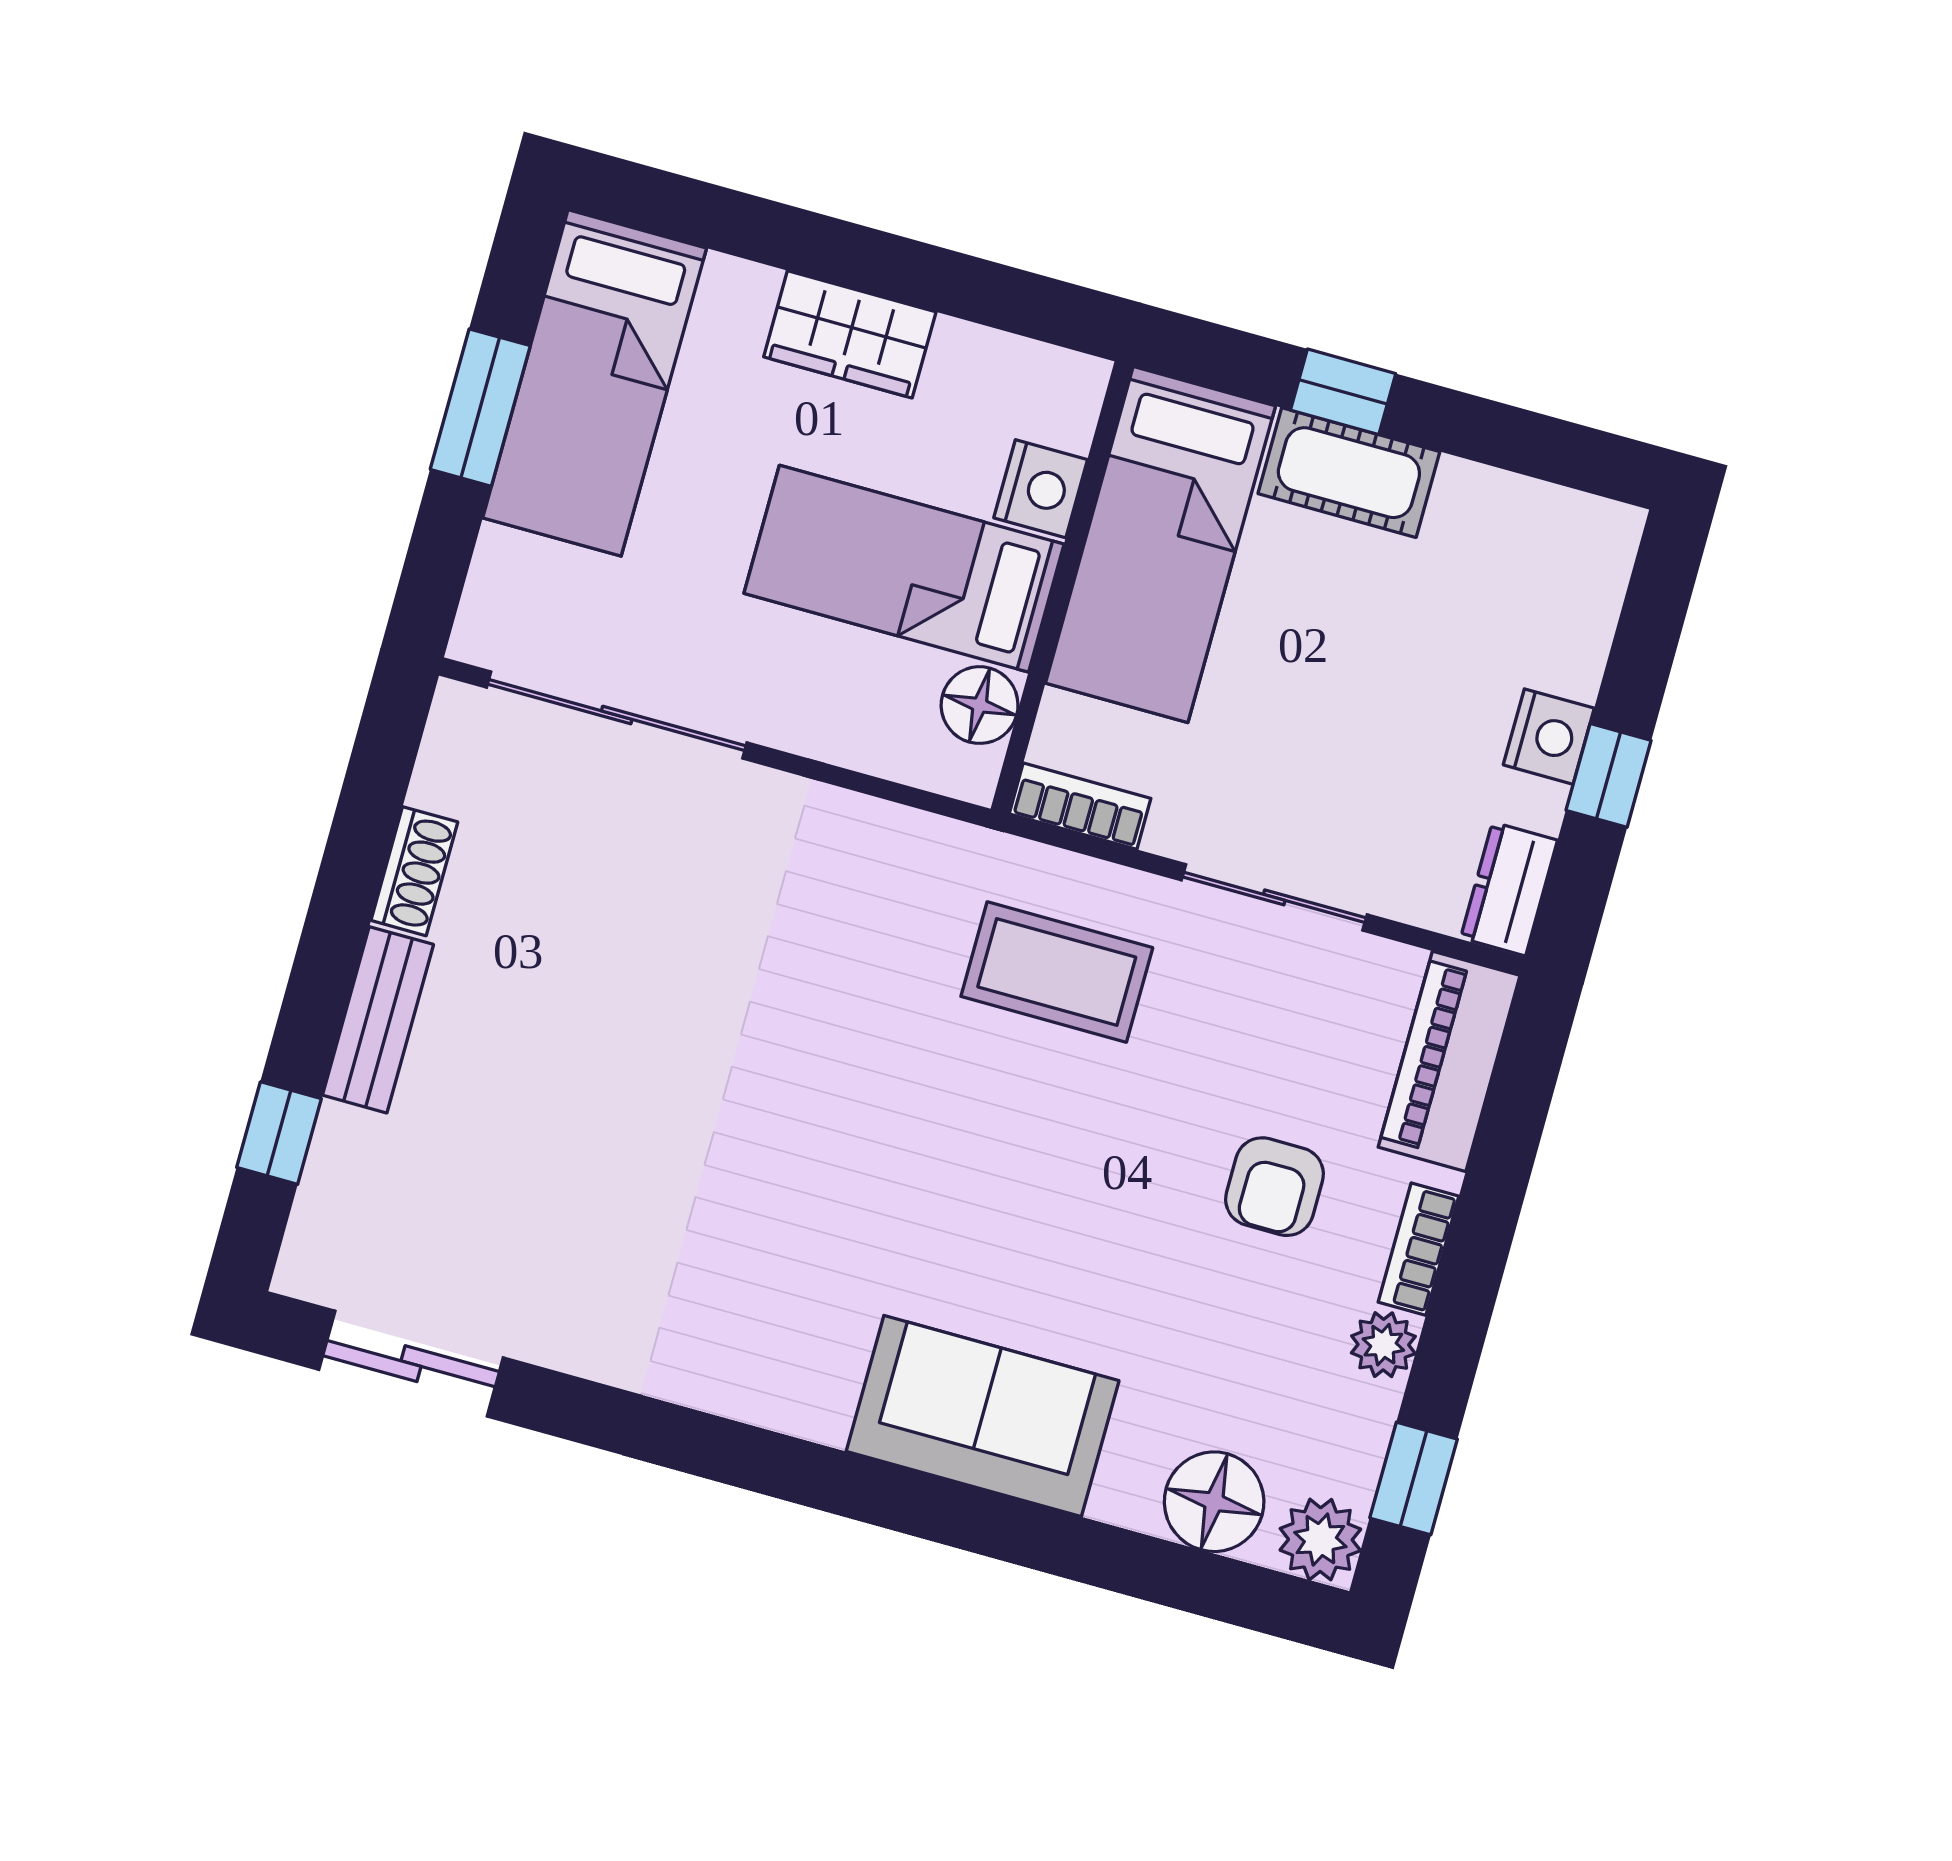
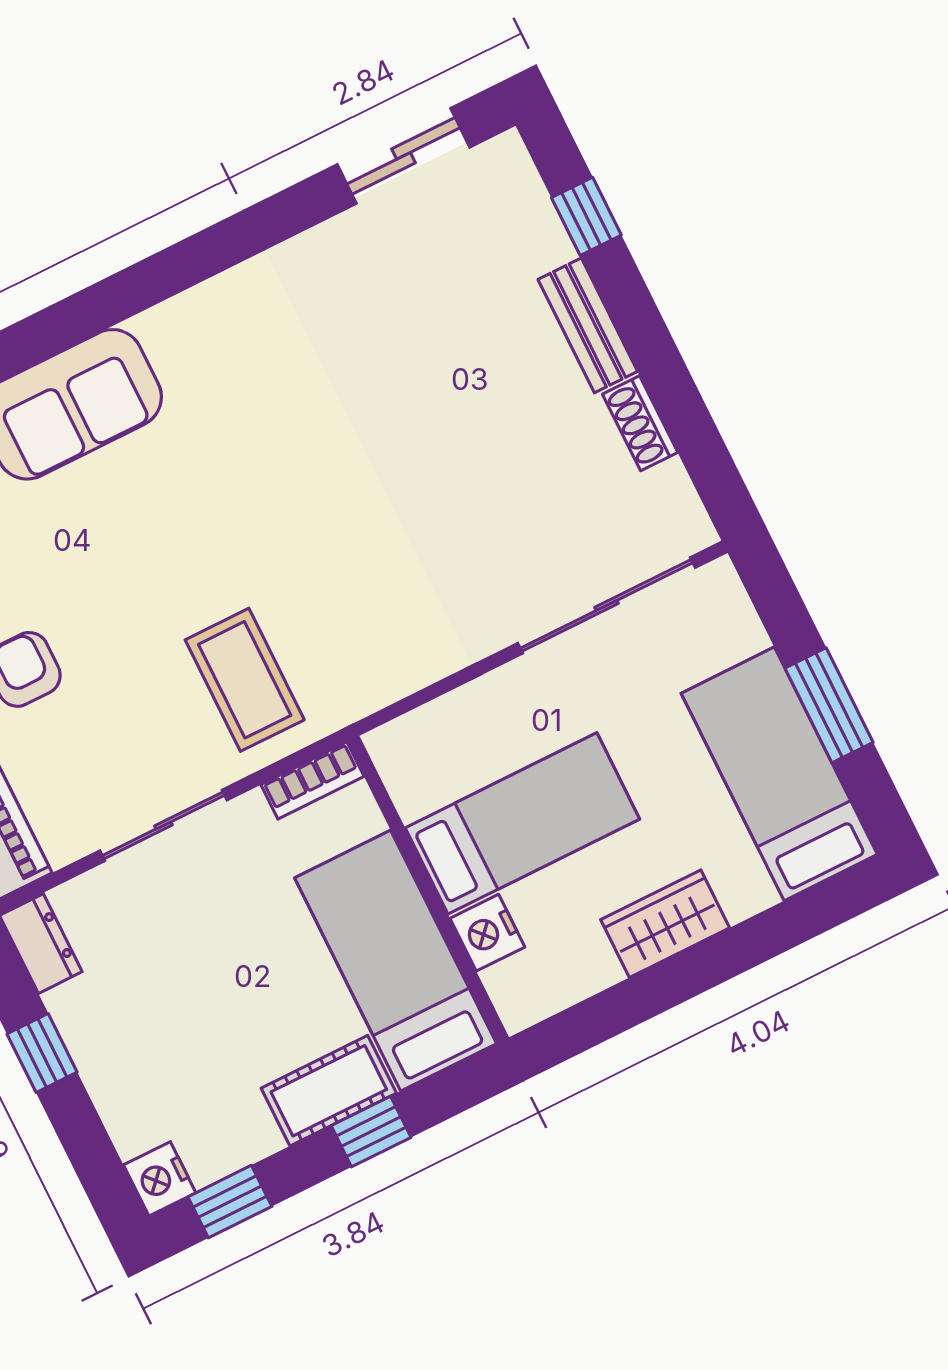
window: (1553, 450) -> (230, 1202), added
floor lamp: (980, 705) -> (416, 786), removed
nightstand: (1549, 737) -> (160, 1179), moved
coffee table: (1057, 972) -> (245, 680), turned 90

